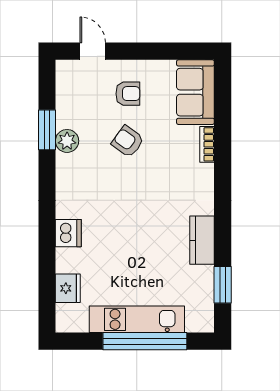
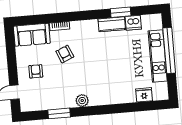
plant: (67, 141) -> (82, 101), moved
armchair: (128, 141) -> (65, 54), moved, turned 121
dishwasher: (68, 233) -> (133, 23), moved, turned 180
window: (223, 285) -> (121, 12), moved

